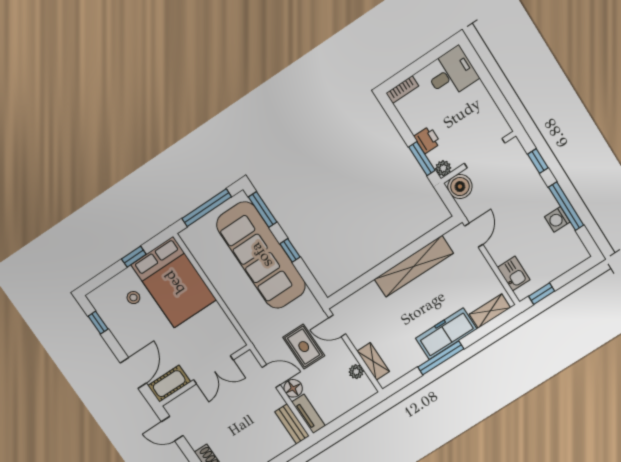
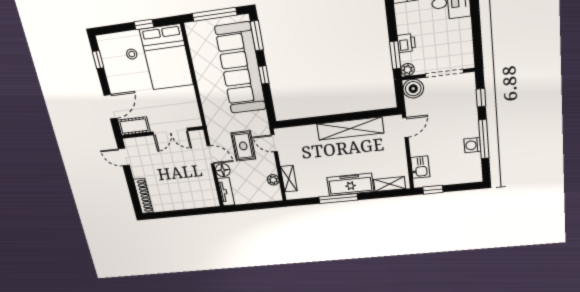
bench: (292, 424) -> (211, 193), removed

